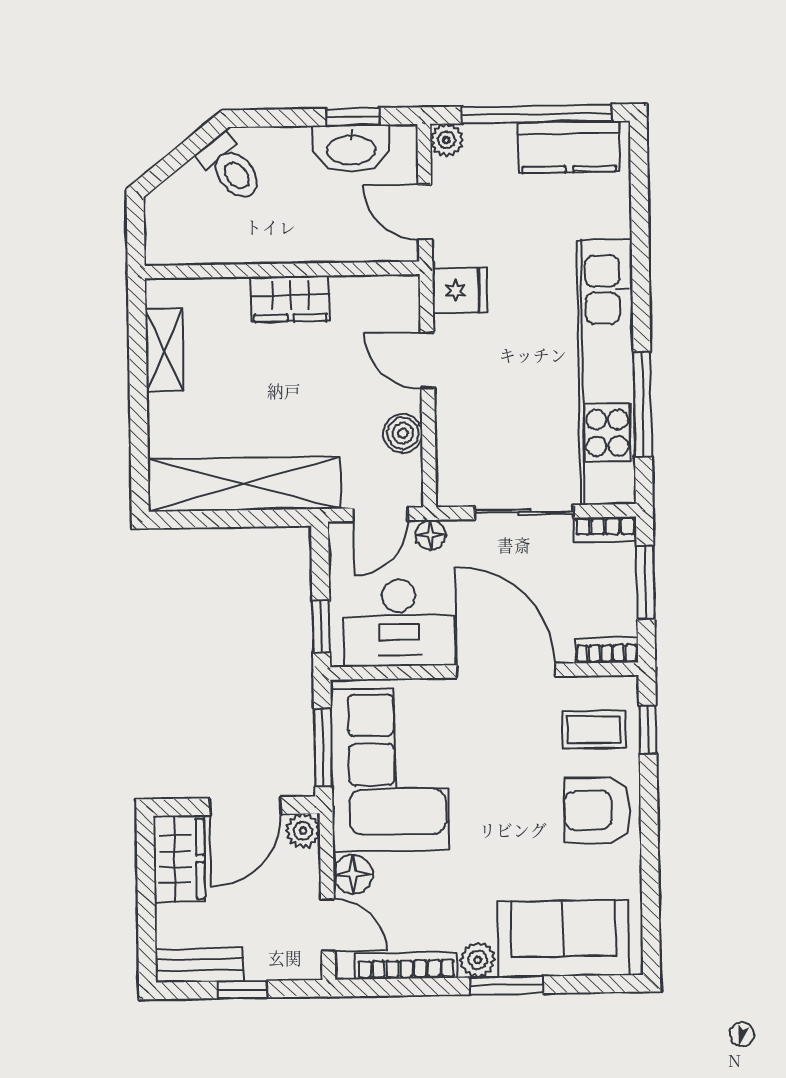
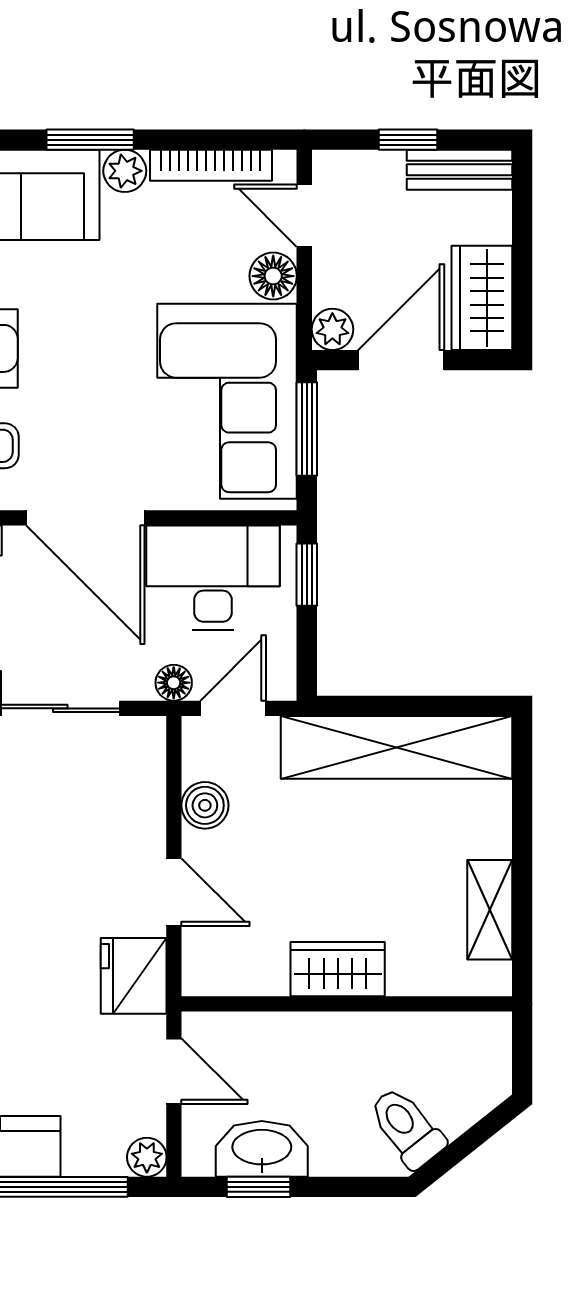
fridge: (460, 291) -> (134, 976), width x1.38

